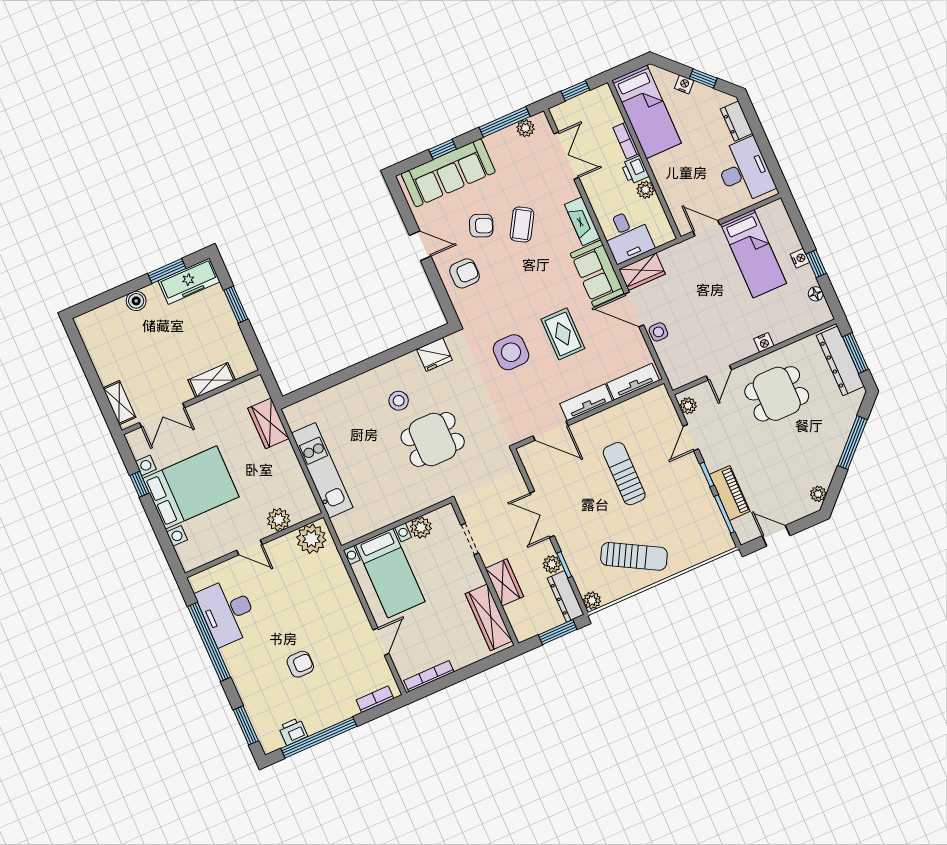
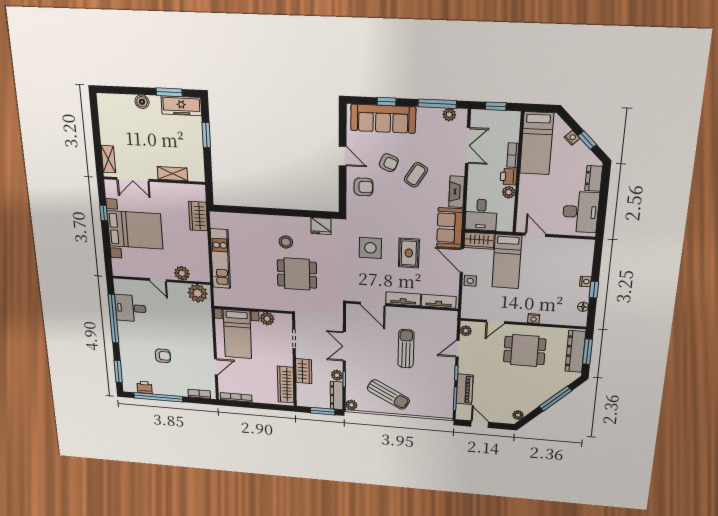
bed: (754, 254) -> (507, 261), moved
desk: (227, 612) -> (131, 308), width x0.73

